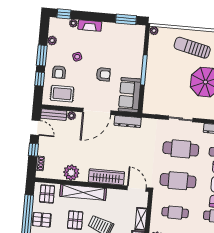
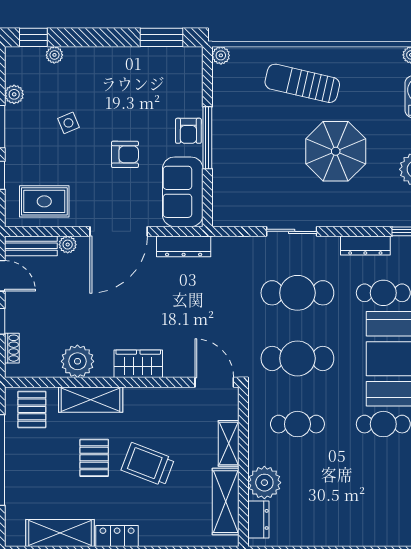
fireplace: (90, 25) -> (88, 57), removed
armchair: (59, 72) -> (188, 131), moved
wardrobe: (106, 177) -> (138, 364), width x0.67
shelving: (83, 192) -> (91, 400), width x0.68
pallet: (42, 220) -> (26, 463), removed

